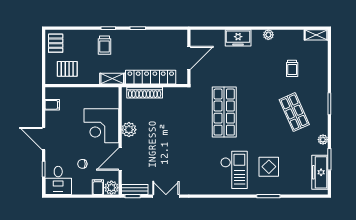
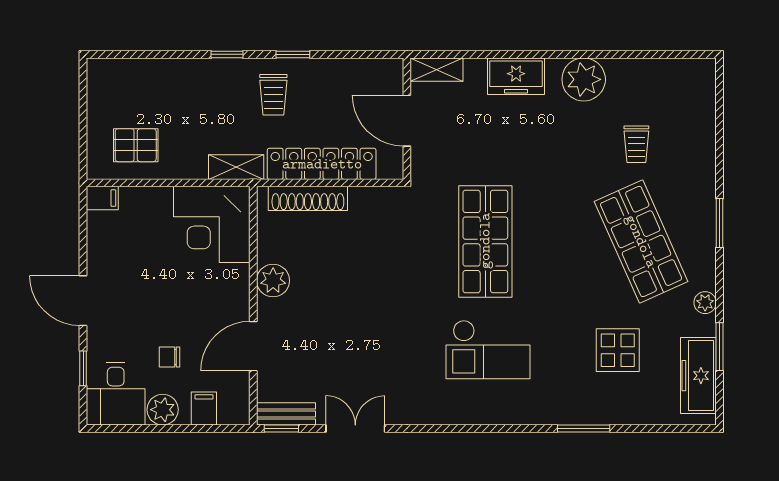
plant: (268, 35) -> (584, 79), width x1.87, depth x1.87
shelving: (316, 35) -> (436, 70), moved
pallet: (56, 43) -> (110, 88), removed
trolley: (105, 45) -> (273, 95), moved
door: (189, 58) -> (407, 121), swing flipped
filing cabinet: (52, 105) -> (102, 198), moved
shop shelf: (294, 112) -> (641, 241), width x1.43, depth x1.36
corner desk: (101, 126) -> (212, 224), moved
display table: (269, 167) -> (618, 350), moved
checkout: (234, 170) -> (488, 350), moved, turned 90
plant: (111, 188) -> (163, 410), moved

